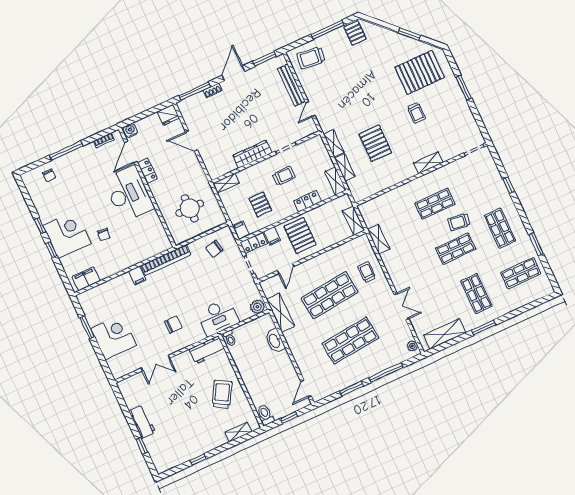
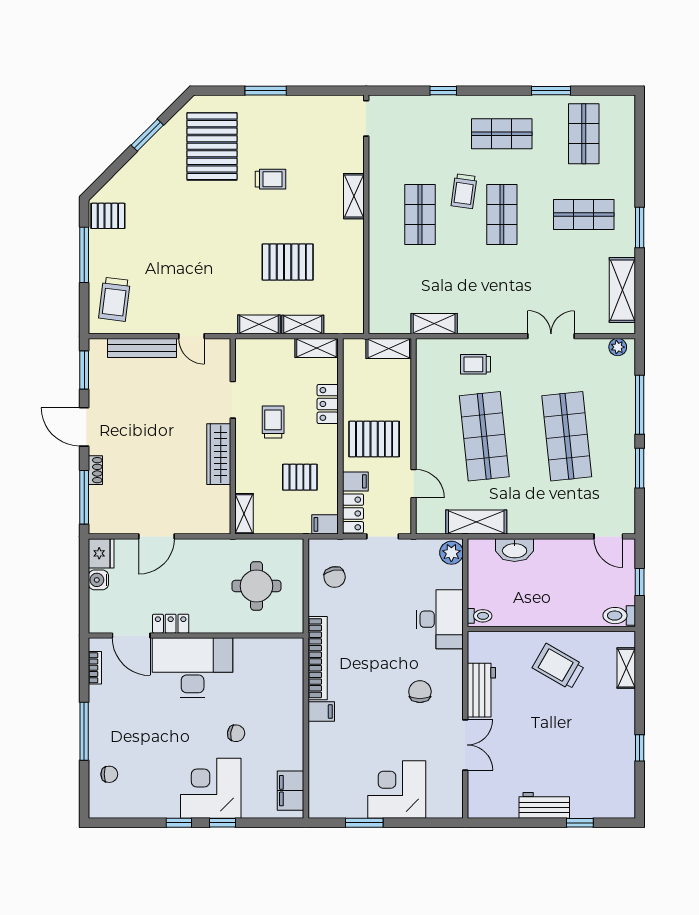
water cooler: (130, 130) -> (98, 580), moved
workbench: (207, 350) -> (481, 690), moved

